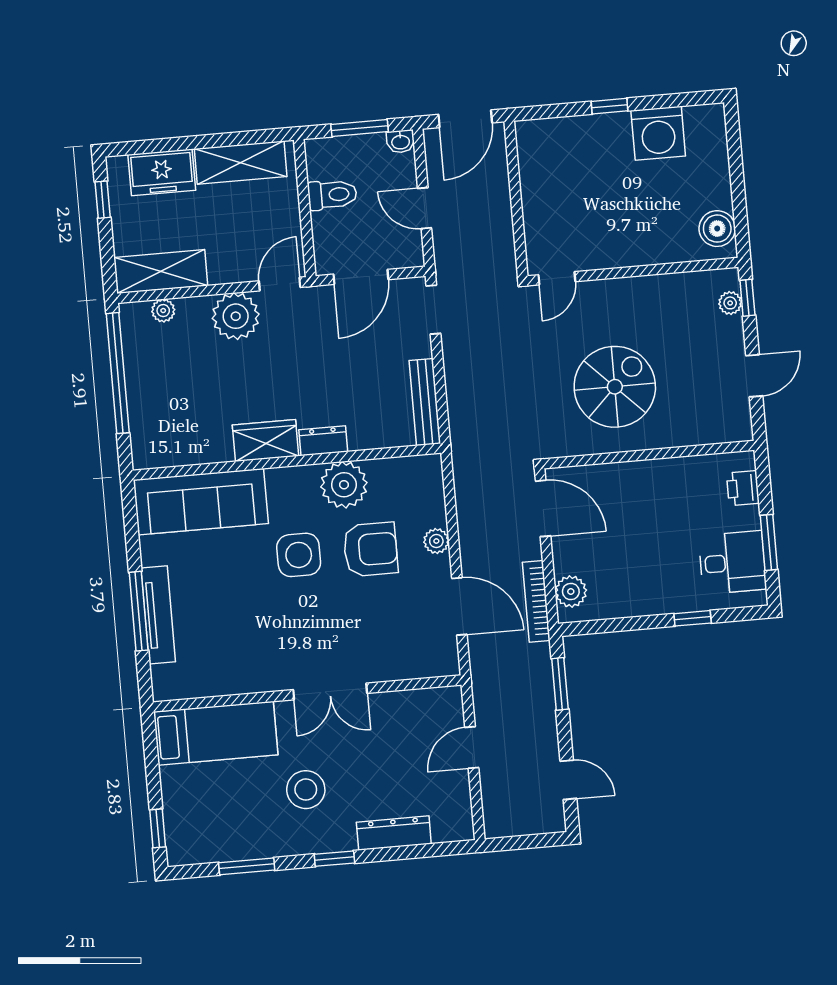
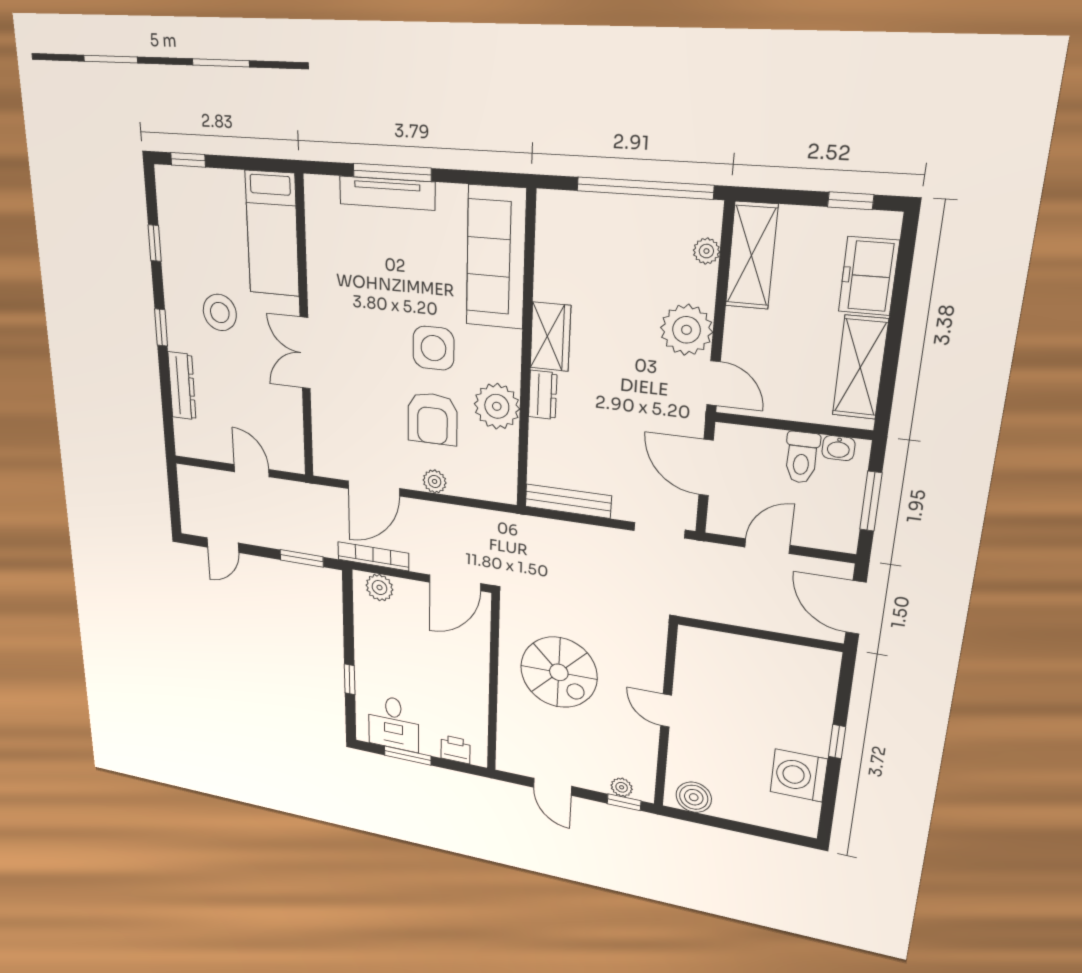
washbasin: (401, 142) -> (838, 448), moved, turned -90
door: (557, 278) -> (666, 711), moved
window: (247, 866) -> (155, 243), width x0.67

